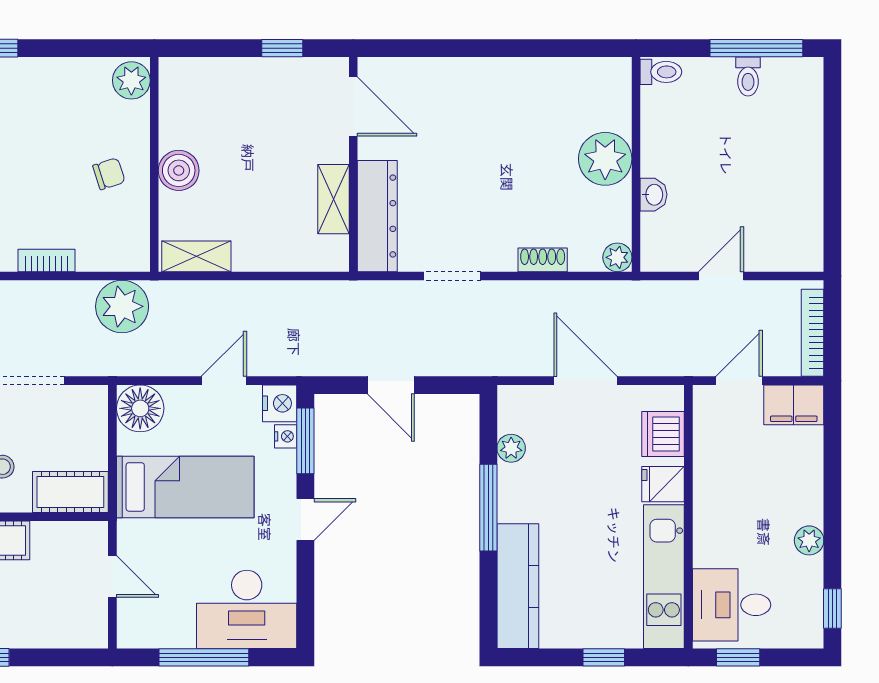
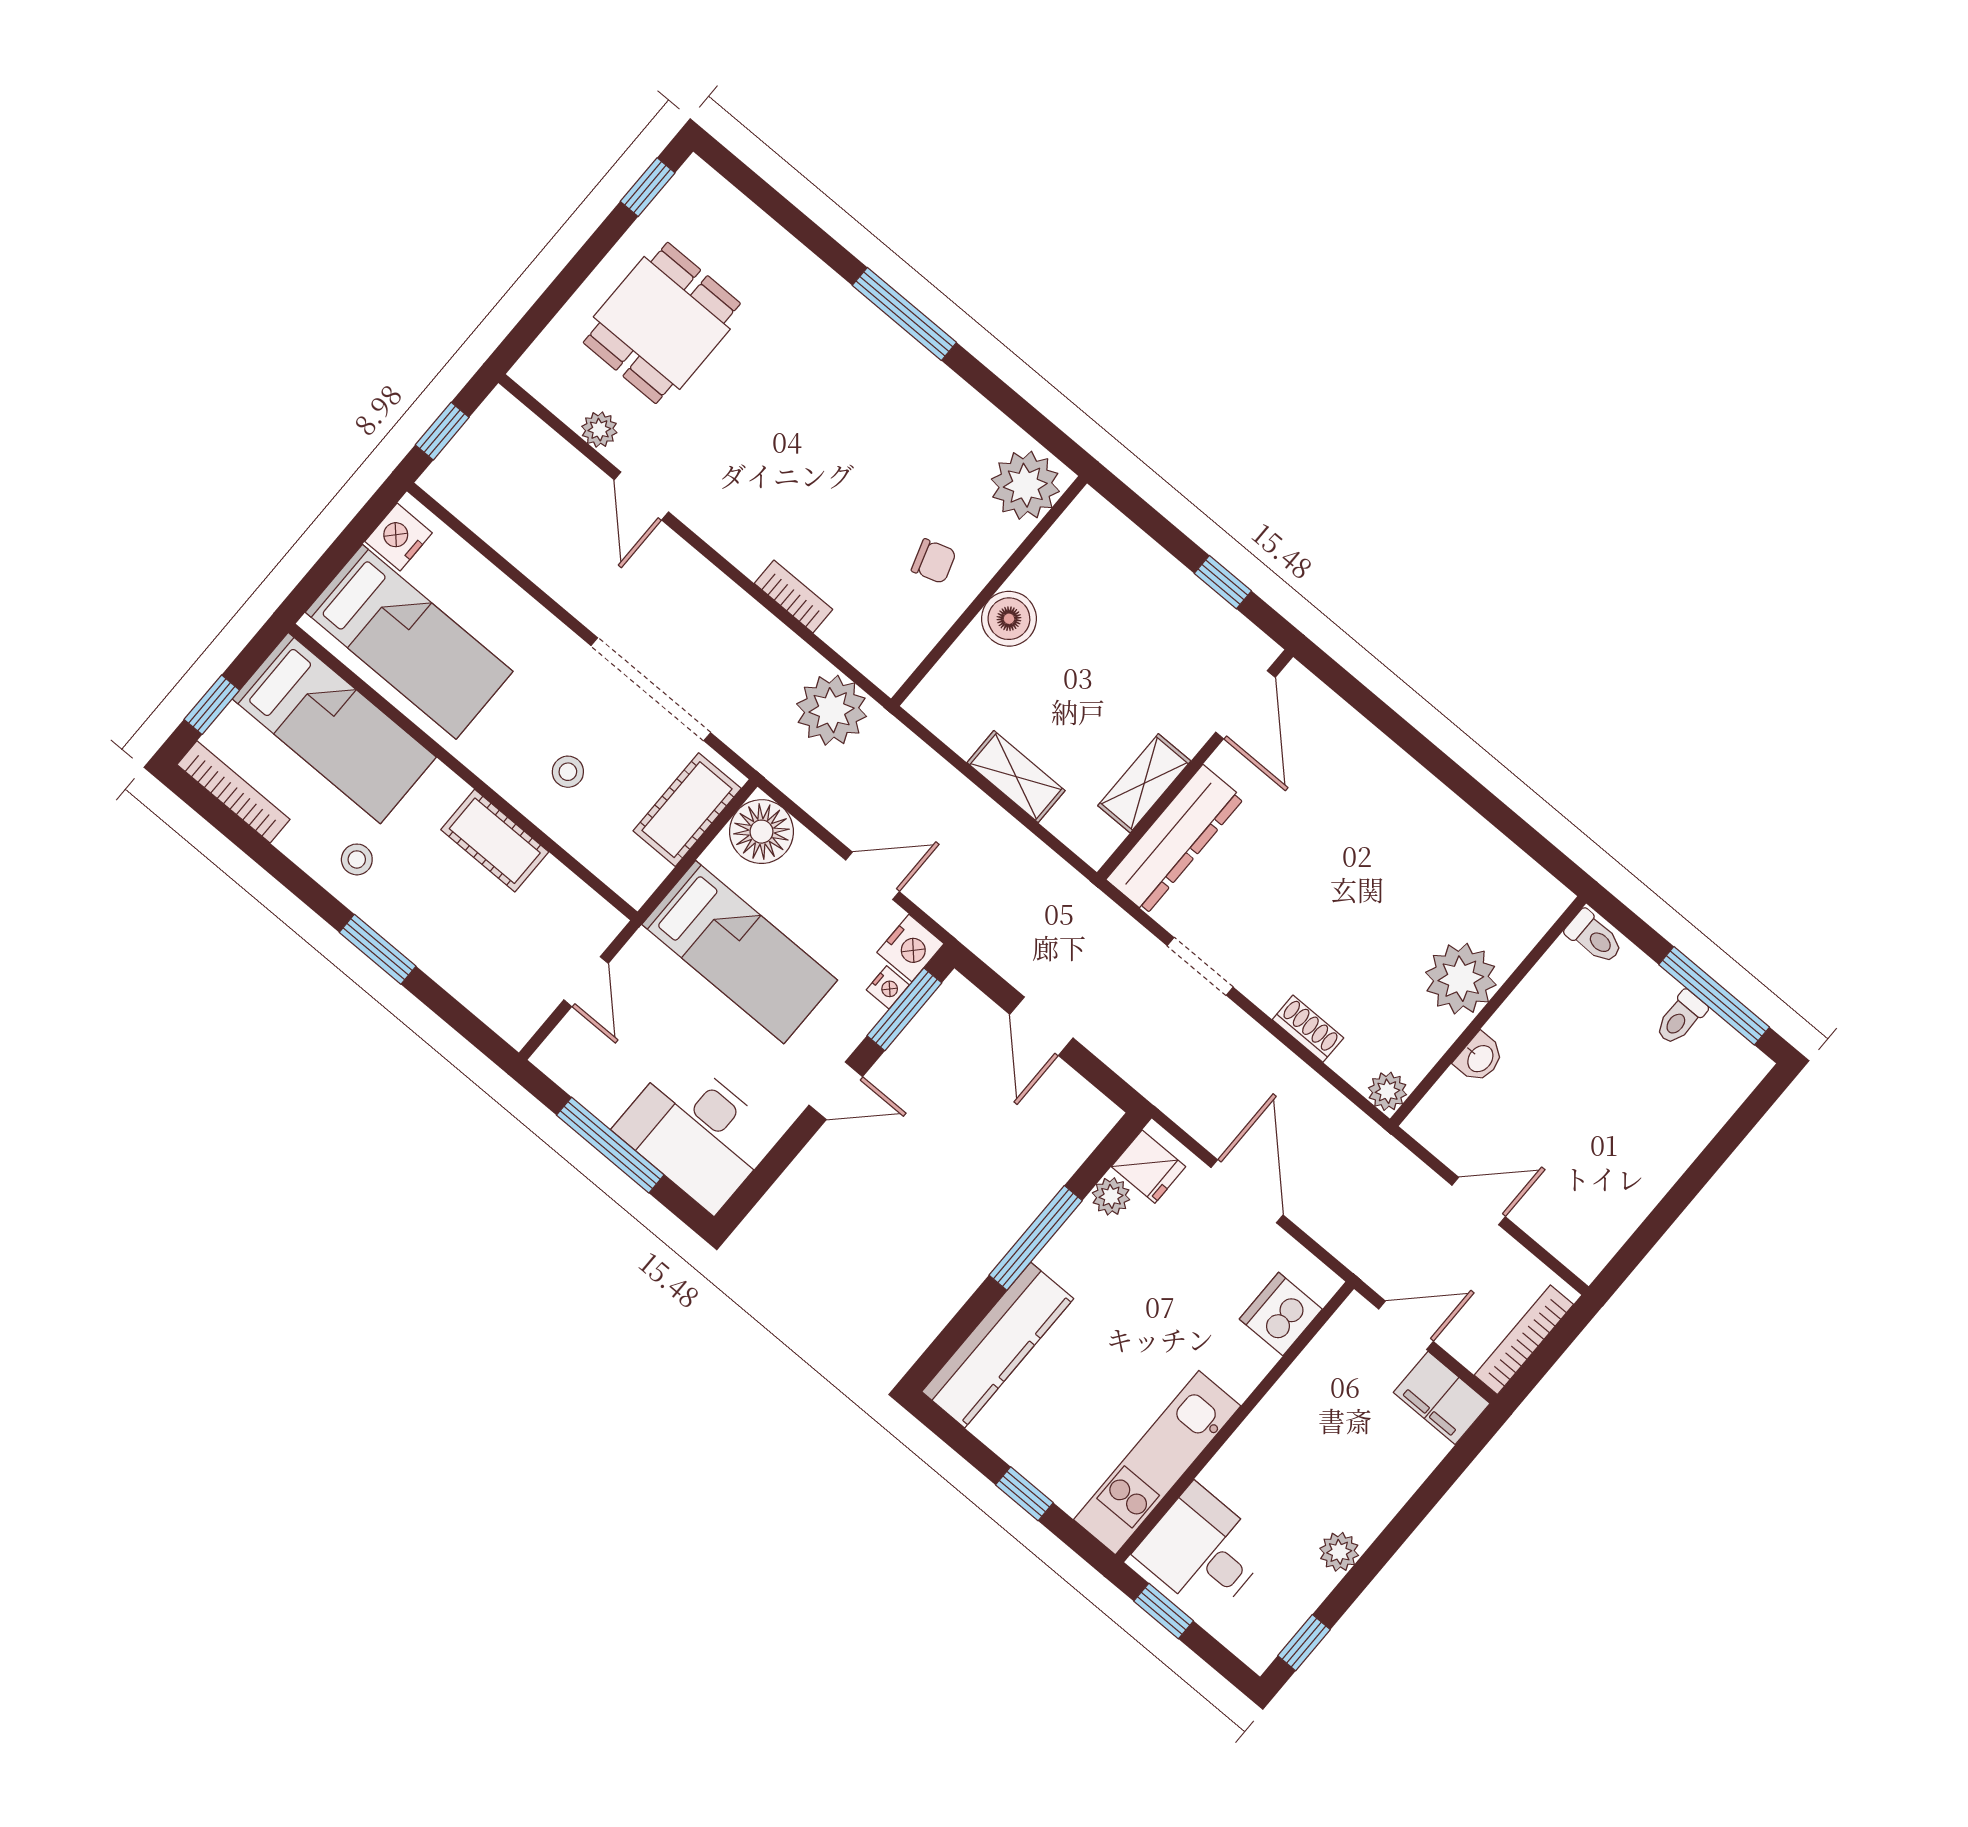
plant: (131, 80) -> (1025, 485), width x1.36, depth x1.36
shelving: (196, 256) -> (1016, 777), moved
fridge: (663, 484) -> (1149, 1167), moved, turned 180
cot: (70, 492) -> (687, 810), moved, turned 90

